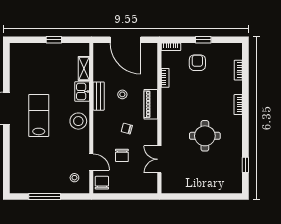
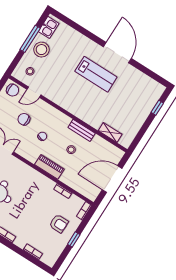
window: (54, 40) -> (157, 108), moved
kitchen sink: (82, 91) -> (49, 27), moved, turned 90
stool: (78, 121) -> (41, 50), moved

